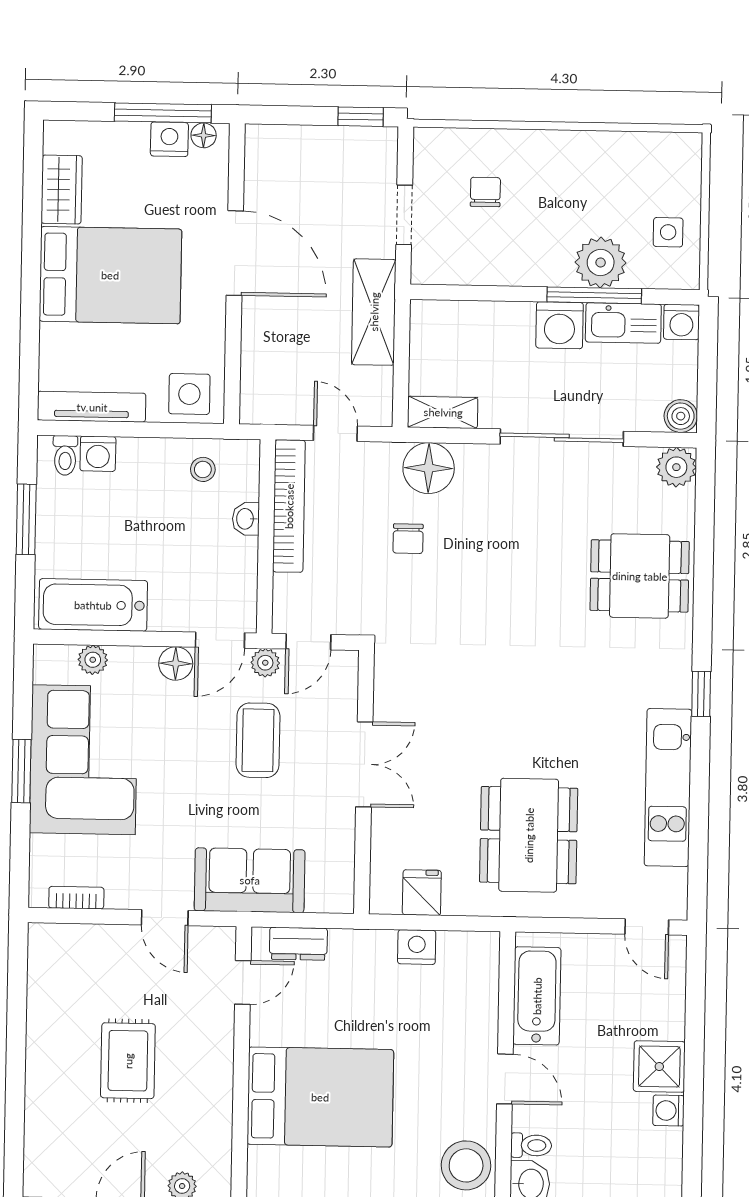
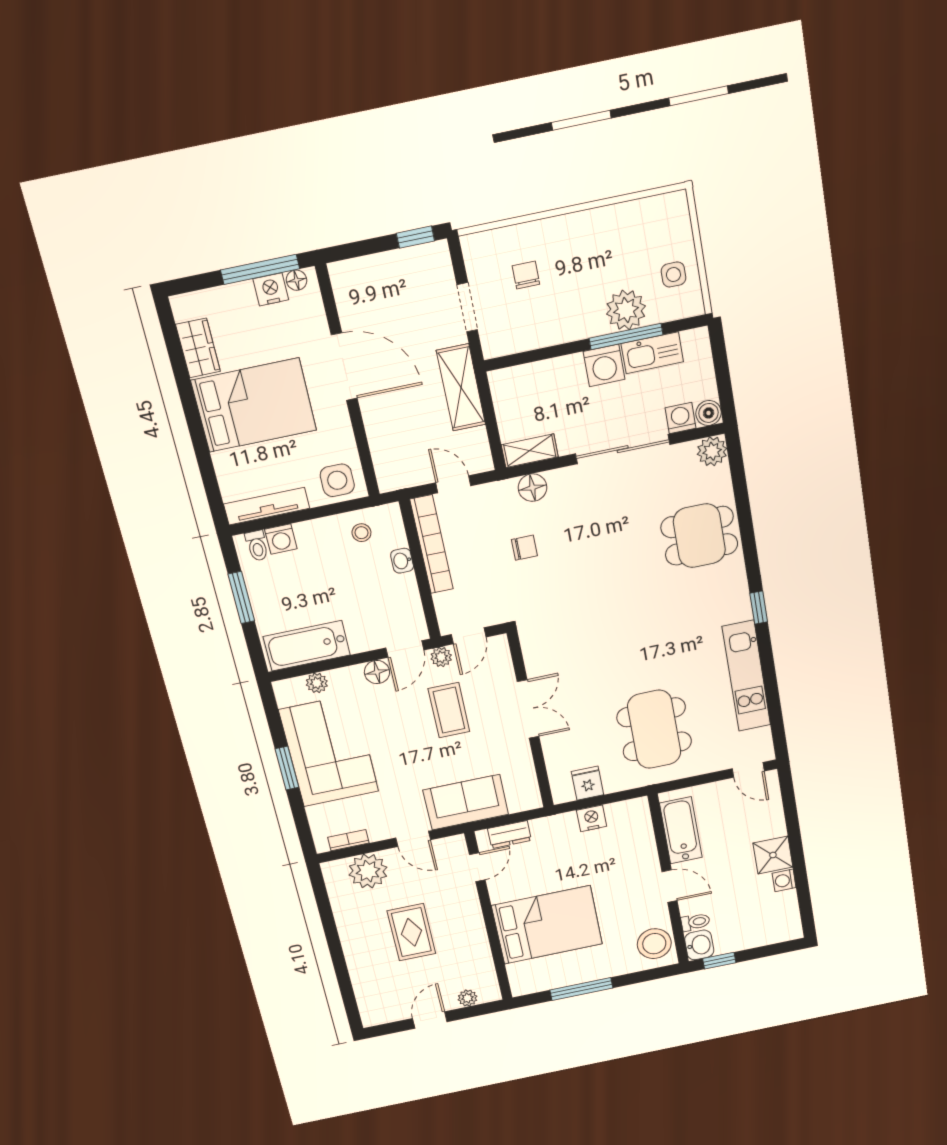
washing machine: (681, 322) -> (680, 418), moved, turned 180
floor lamp: (429, 468) -> (532, 488), width x0.73, depth x0.73
chair: (408, 539) -> (524, 548), turned -90
plant: (91, 951) -> (368, 871), added

